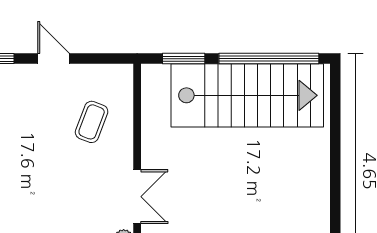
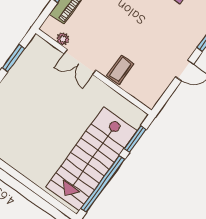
coffee table: (92, 122) -> (120, 70), moved, turned 69

